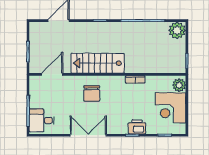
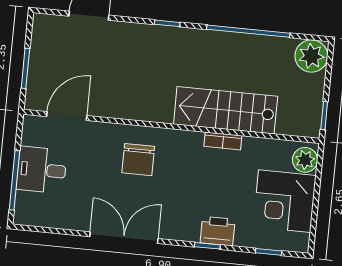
stairs: (98, 63) -> (226, 110), moved
desk: (42, 120) -> (42, 170), moved

